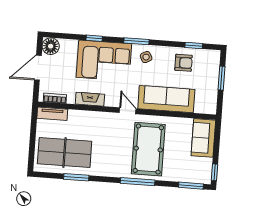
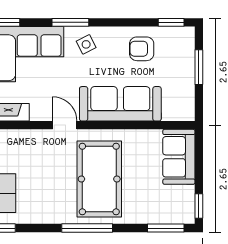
window: (194, 45) -> (171, 22), moved
armchair: (184, 63) -> (142, 49), turned 180

